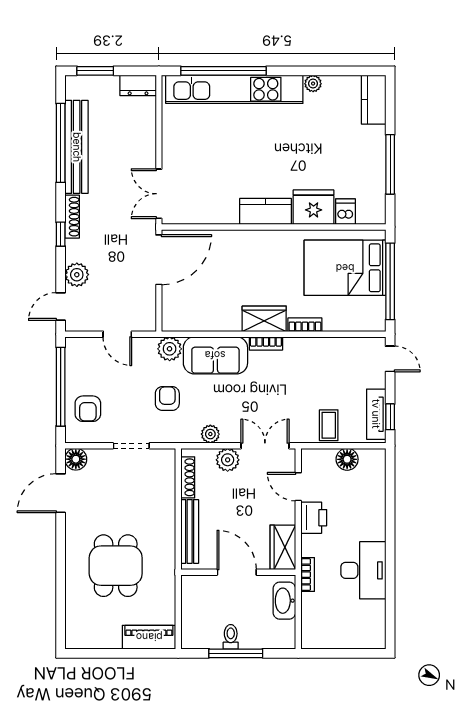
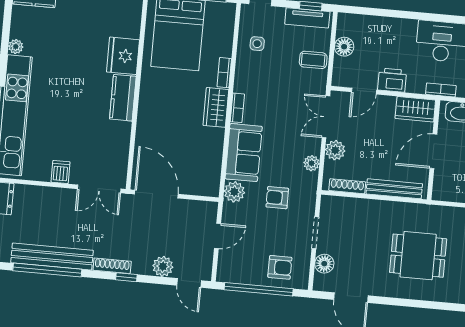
dishwasher: (345, 212) -> (61, 172), moved, turned 90
side table: (342, 359) -> (257, 44), added
floor lamp: (76, 459) -> (324, 264), moved

